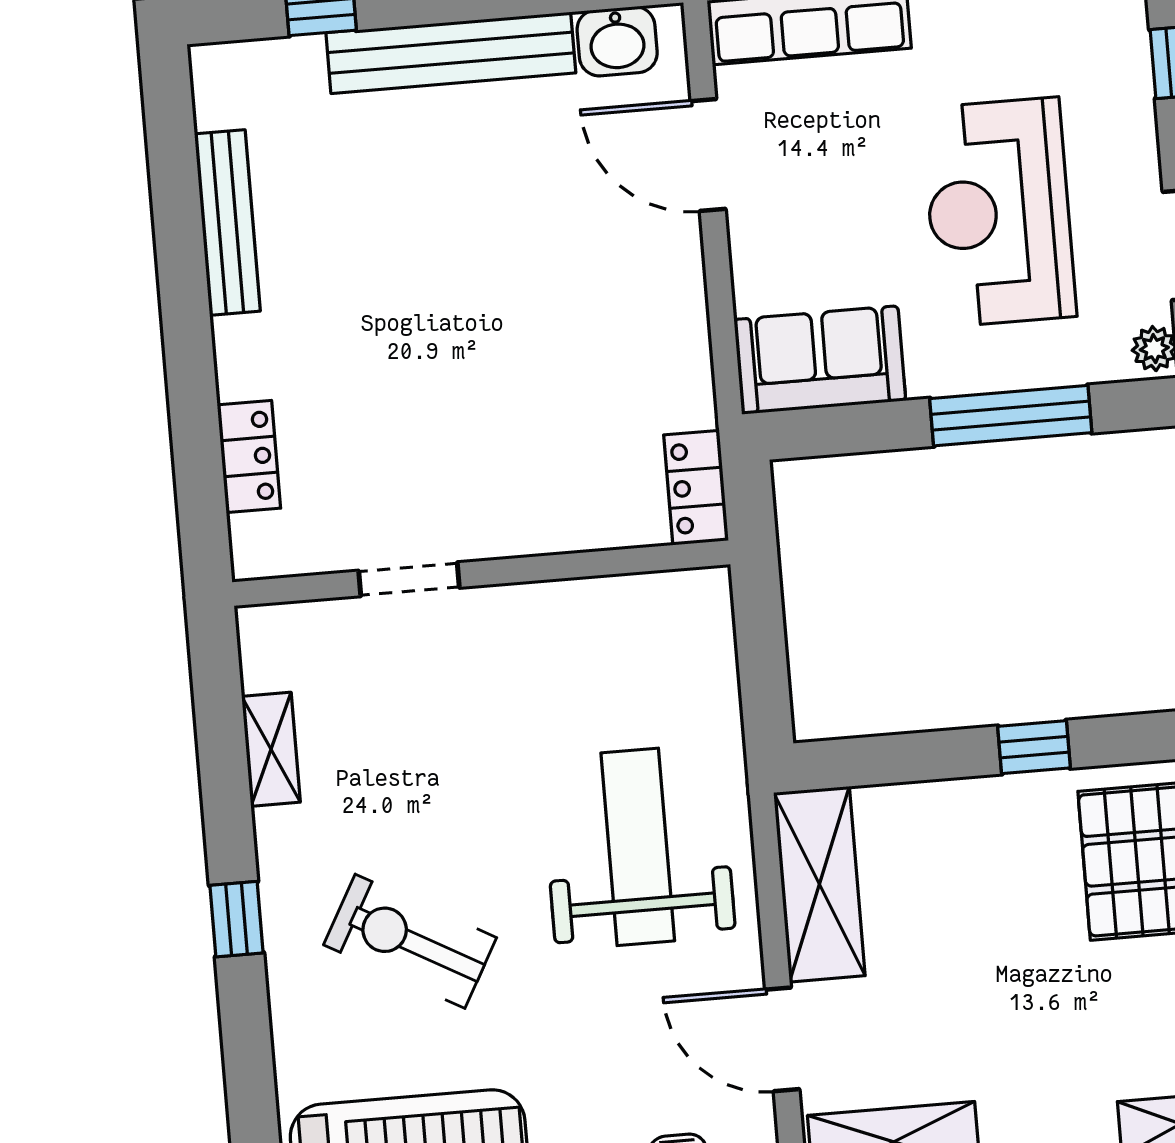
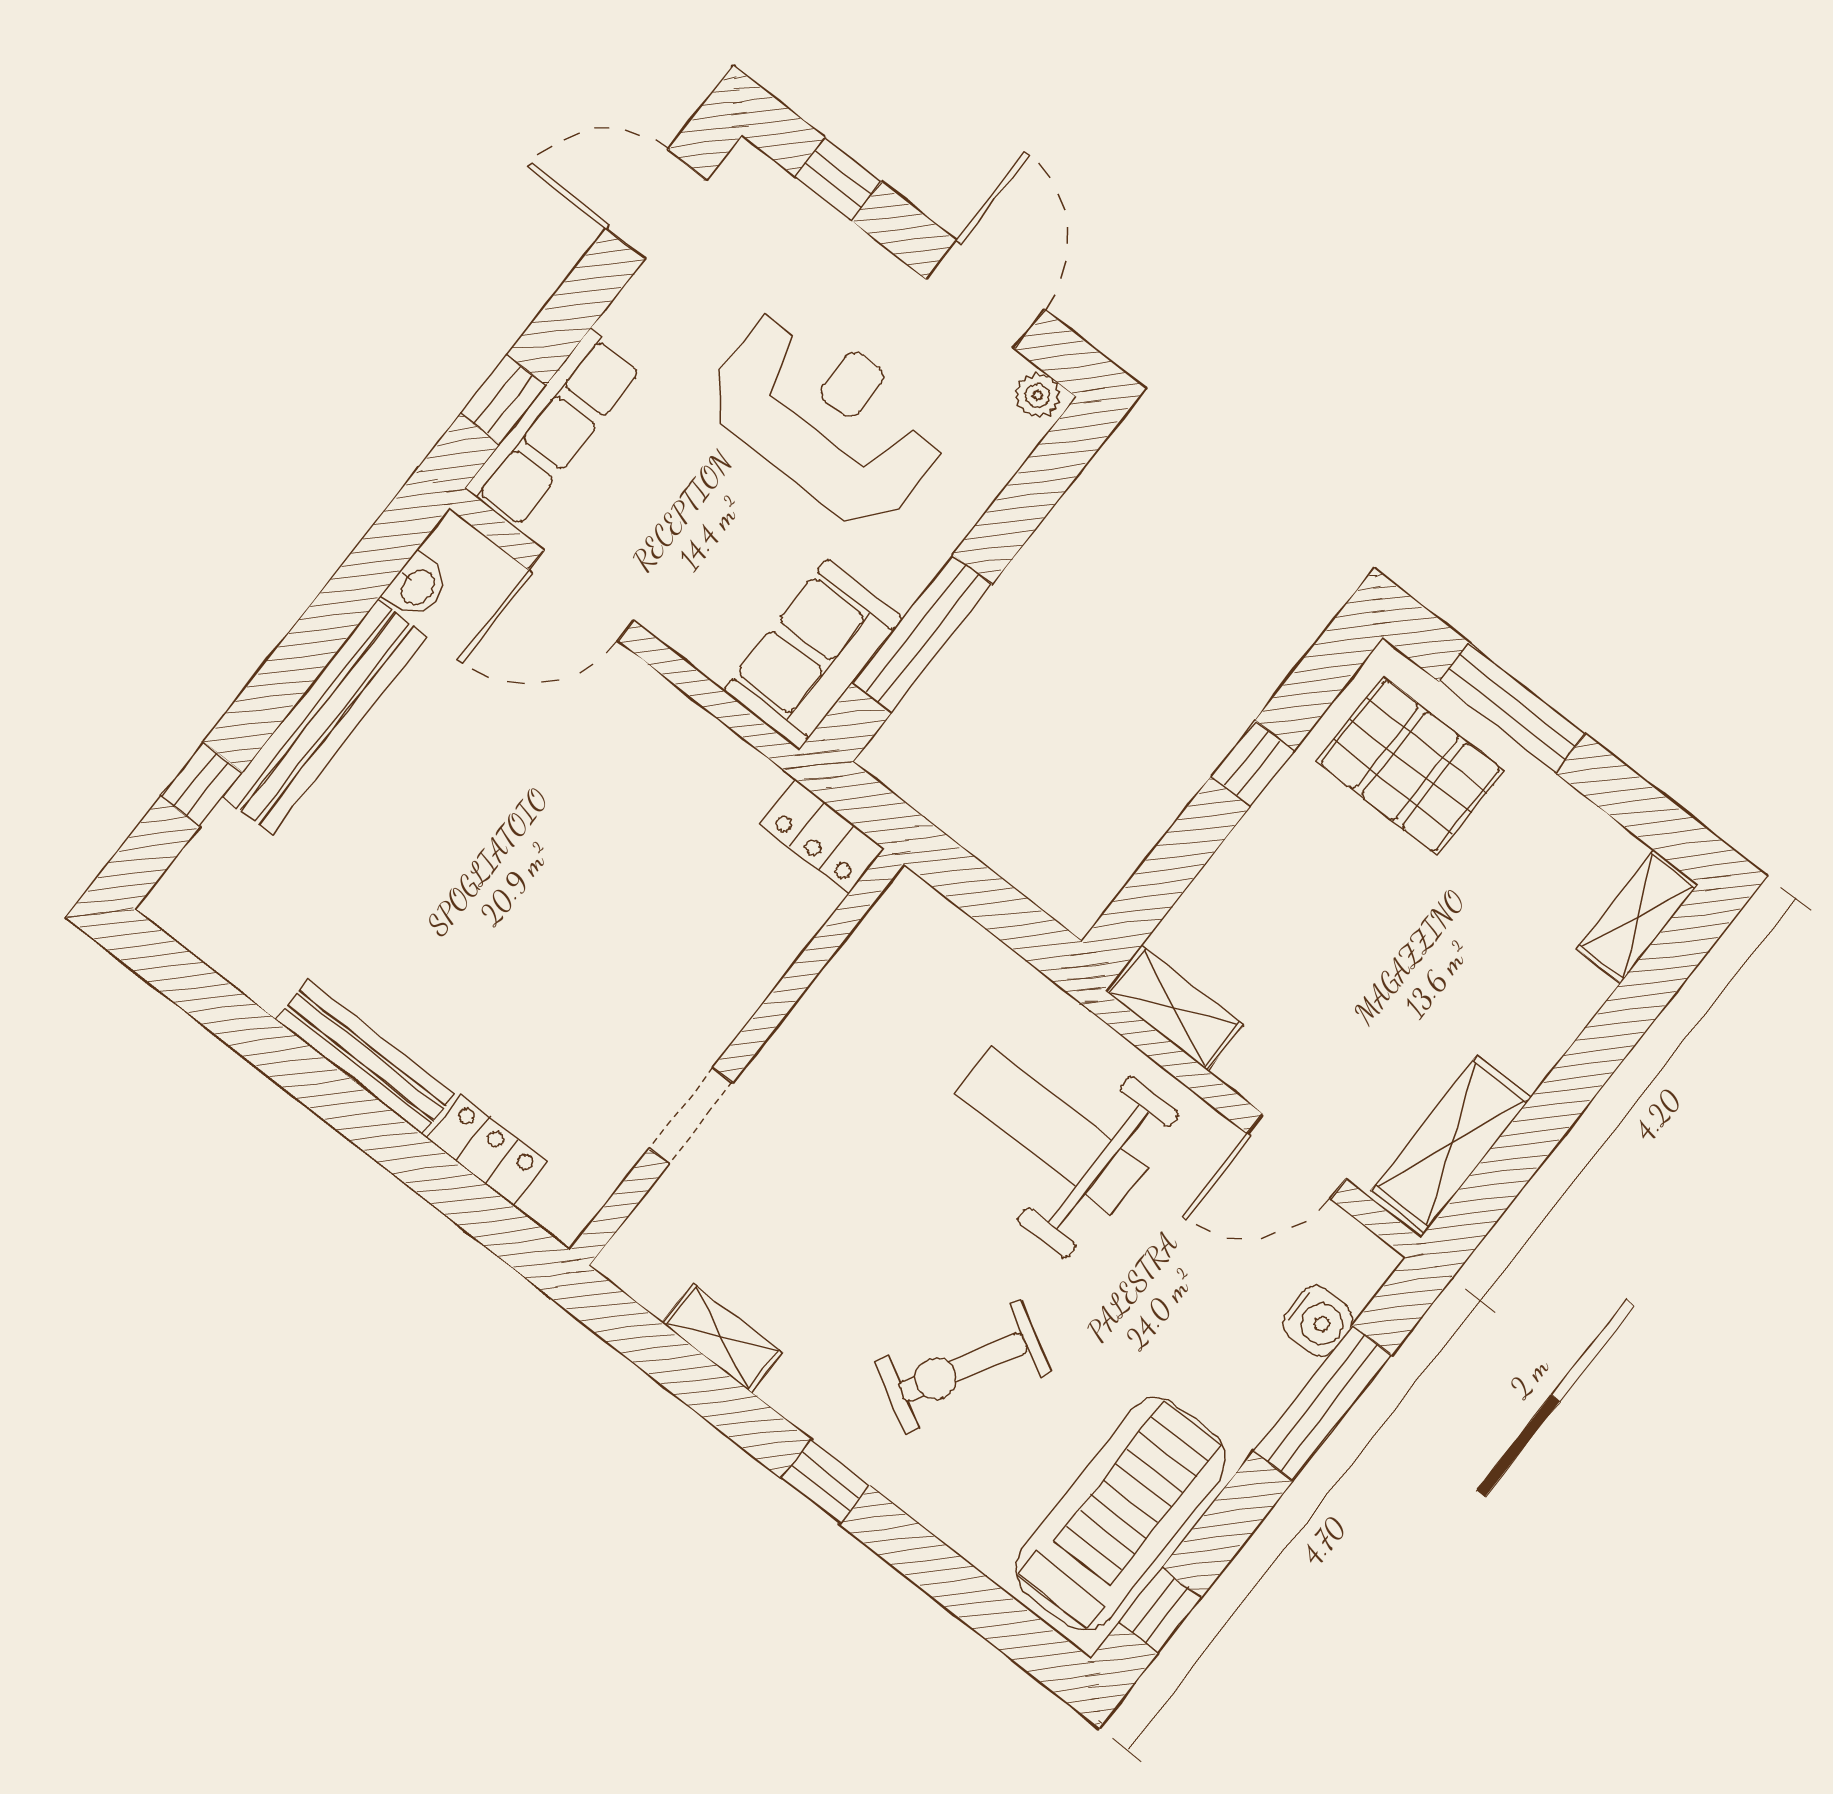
washbasin: (617, 41) -> (417, 586), width x0.72, depth x0.69
reception desk: (999, 212) -> (827, 417), turned 180
bench: (227, 223) -> (365, 1057), moved
window: (1011, 416) -> (922, 634), moved
shelving: (819, 884) -> (1174, 1008), width x0.67, depth x0.75

